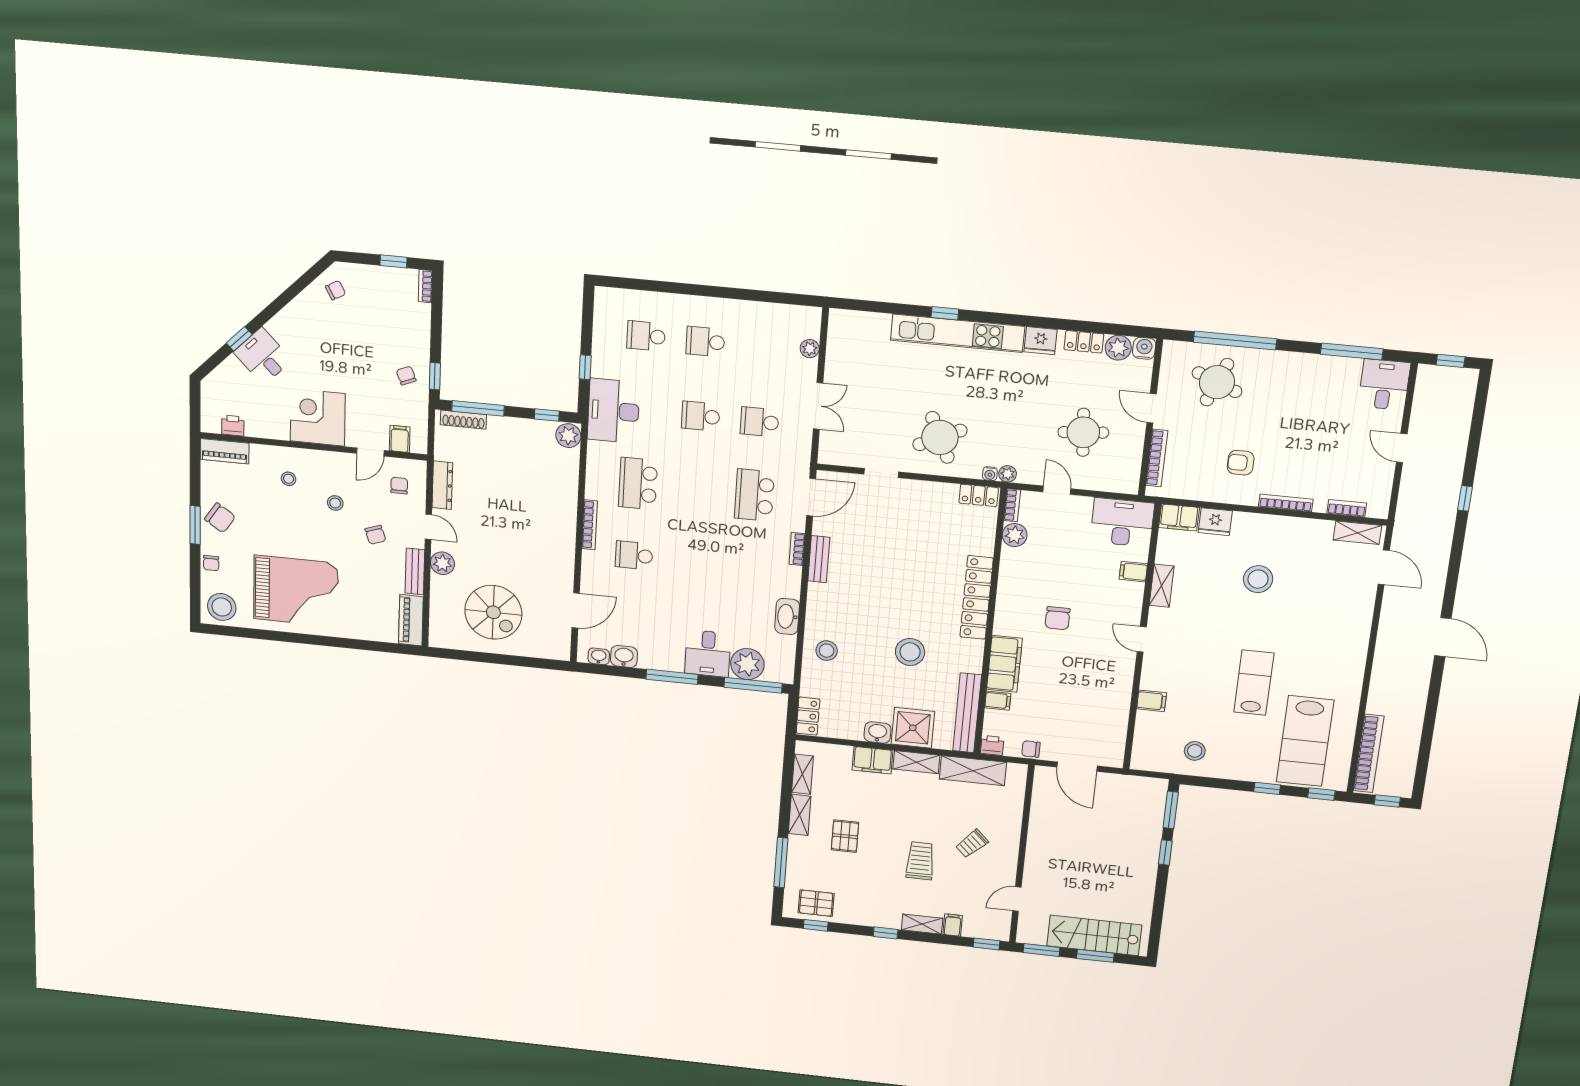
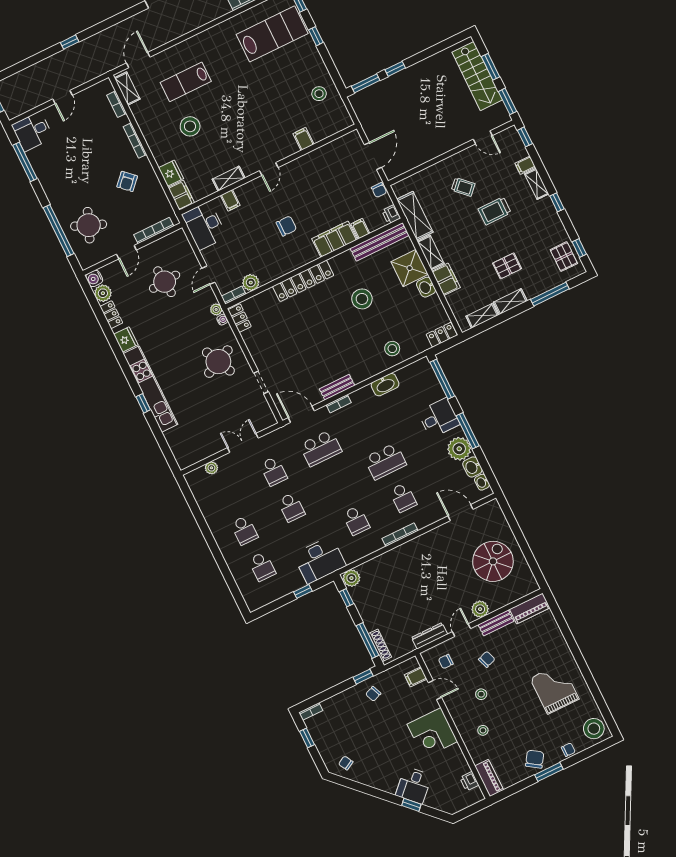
armchair: (1241, 463) -> (127, 181), turned 43
school desk: (638, 484) -> (356, 520), width x0.54
school desk: (692, 561) -> (385, 461), added
grand piano: (296, 591) -> (554, 688), width x0.73, depth x0.68
plant: (747, 664) -> (459, 449), moved
lab bench: (1254, 683) -> (186, 82), moved

